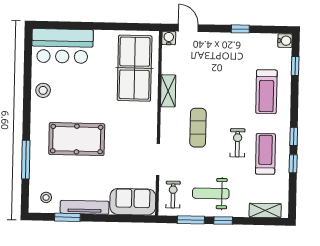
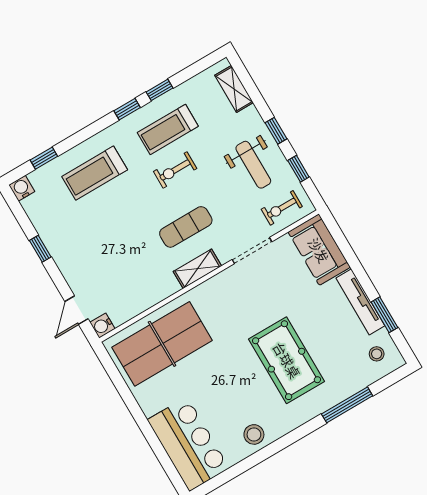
shelving: (168, 91) -> (197, 269), moved
treadmill: (266, 92) -> (95, 173), turned 180
window: (191, 220) -> (298, 169), width x0.67

